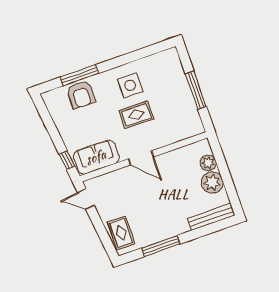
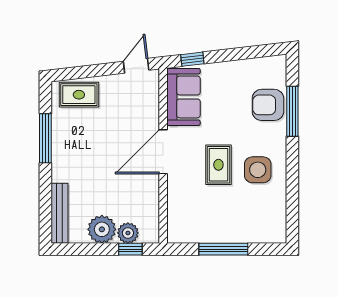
window: (219, 157) -> (130, 249), added
door: (141, 158) -> (163, 152), width x1.36

